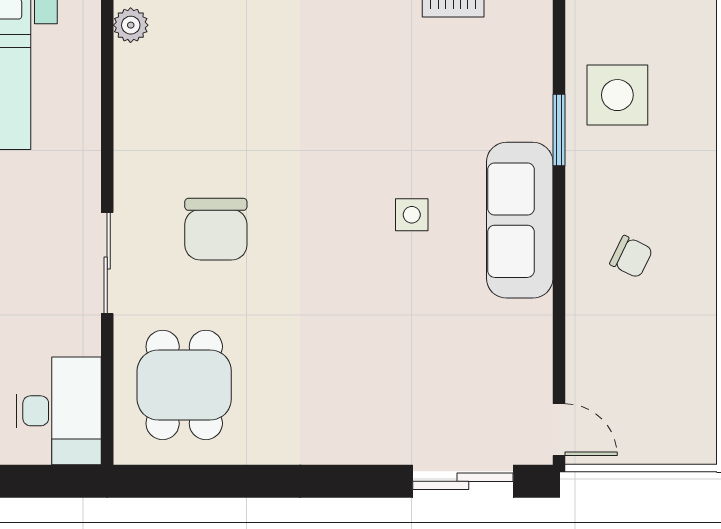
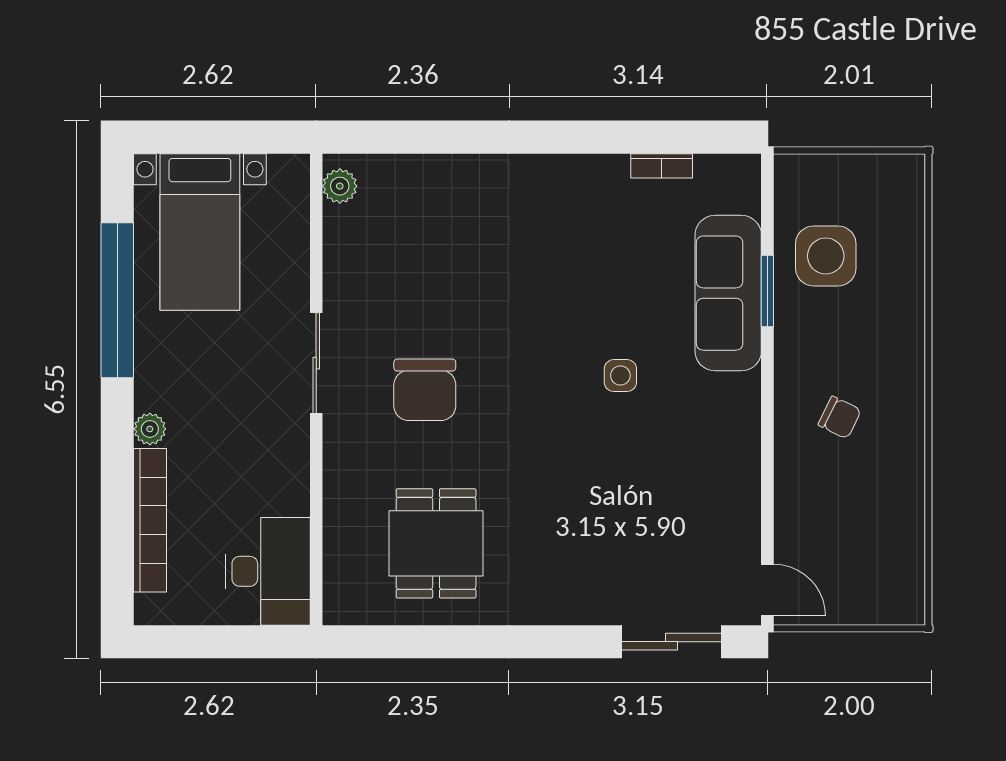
sofa: (520, 220) -> (728, 293), moved
sliding door: (107, 263) -> (316, 363), moved
dining table: (184, 385) -> (436, 543), moved

